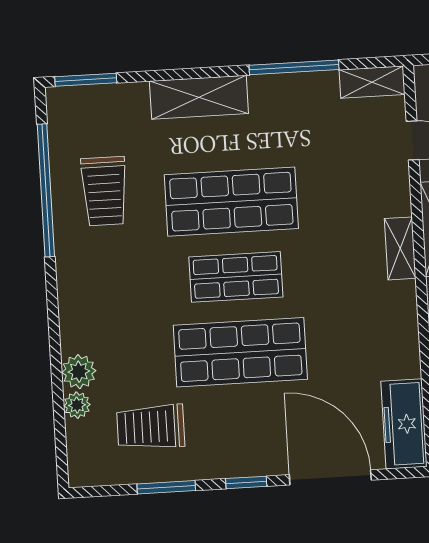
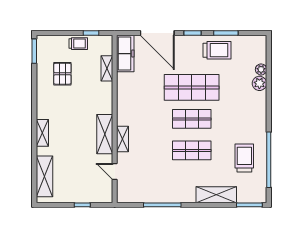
shelving: (372, 82) -> (130, 197), removed
shelving: (199, 97) -> (216, 195), moved
shop shelf: (231, 202) -> (192, 150), width x0.70, depth x0.74
shelving: (400, 248) -> (123, 139), moved
trolley: (151, 427) -> (217, 50), moved

